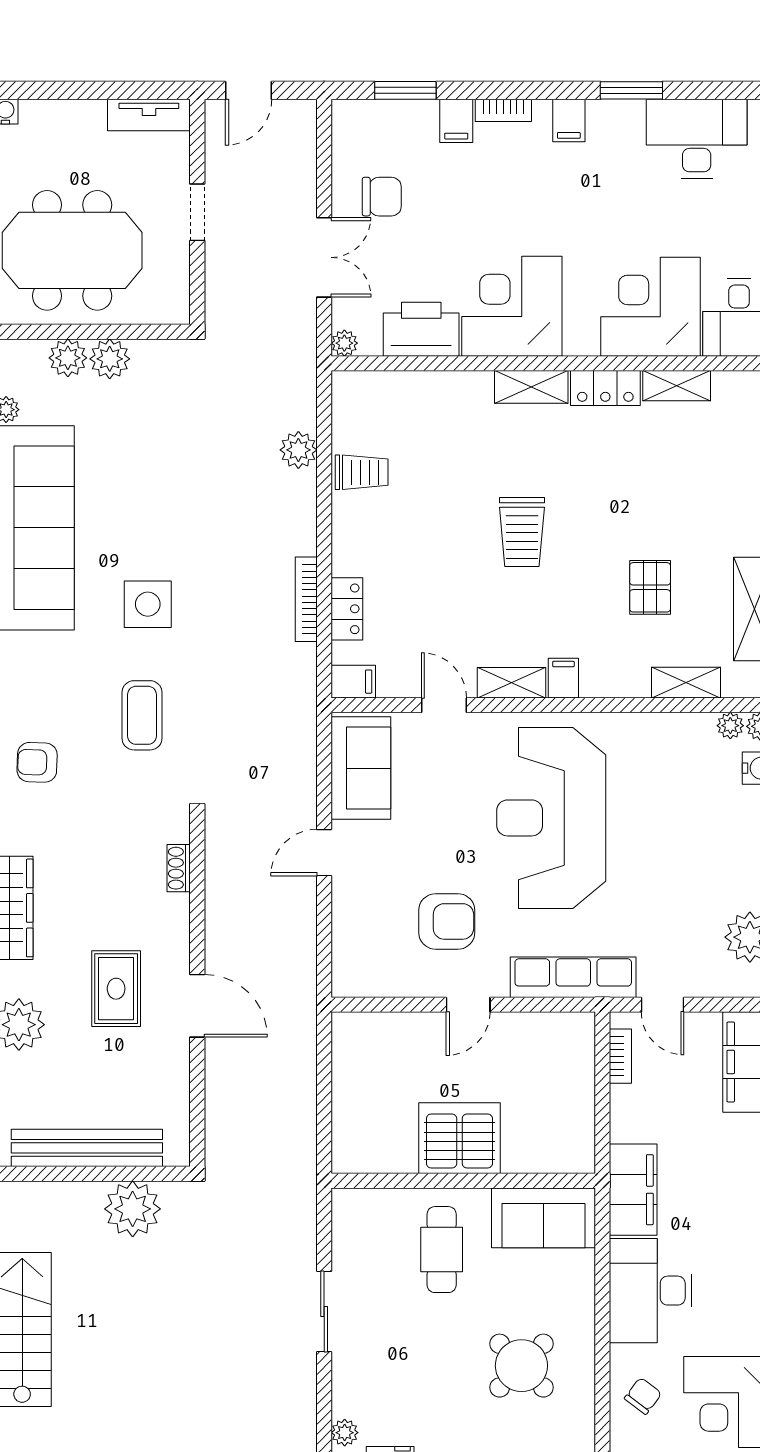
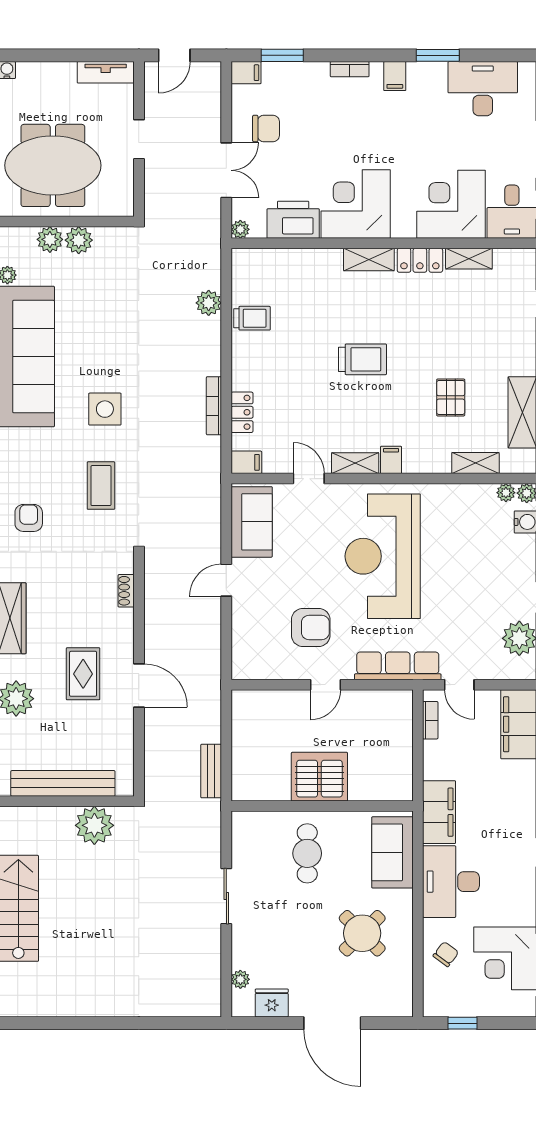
filing cabinet: (456, 121) -> (246, 73), moved, turned -90
trolley: (522, 532) -> (362, 359), turned -90
armchair: (37, 762) -> (29, 518), turned 88
bench: (302, 1130) -> (211, 771), added
sofa: (544, 1218) -> (392, 852), moved, turned 90

